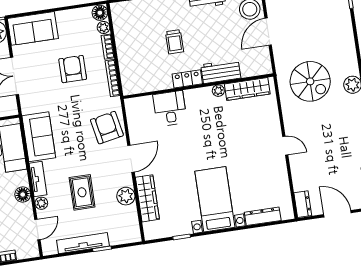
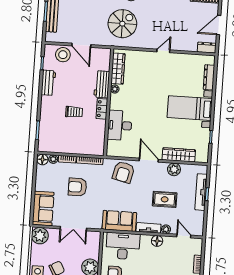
desk: (170, 108) -> (120, 125), width x1.37
armchair: (107, 128) -> (123, 172), turned -66
tv unit: (83, 243) -> (201, 192), moved

